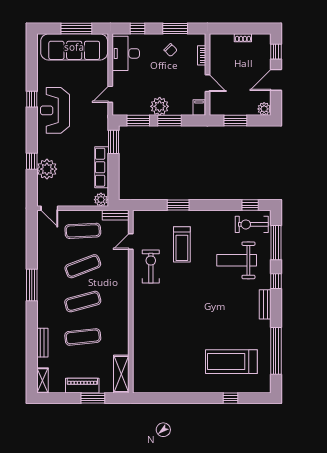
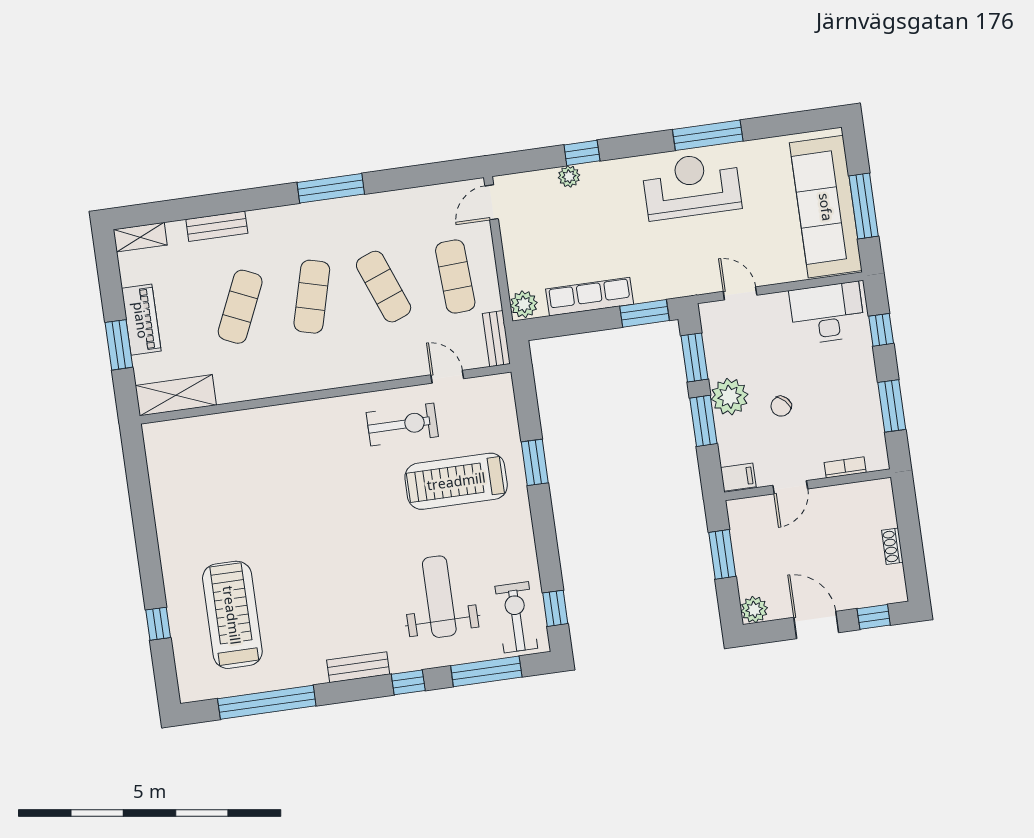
chair: (171, 50) -> (781, 406), moved
window: (32, 99) -> (708, 135), width x2.17
plant: (47, 169) -> (569, 176), width x0.53, depth x0.53
treadmill: (182, 244) -> (456, 481), width x1.37, depth x1.38
exercise mat: (83, 302) -> (312, 297), turned 30
exercise mat: (83, 337) -> (240, 307), turned 30

